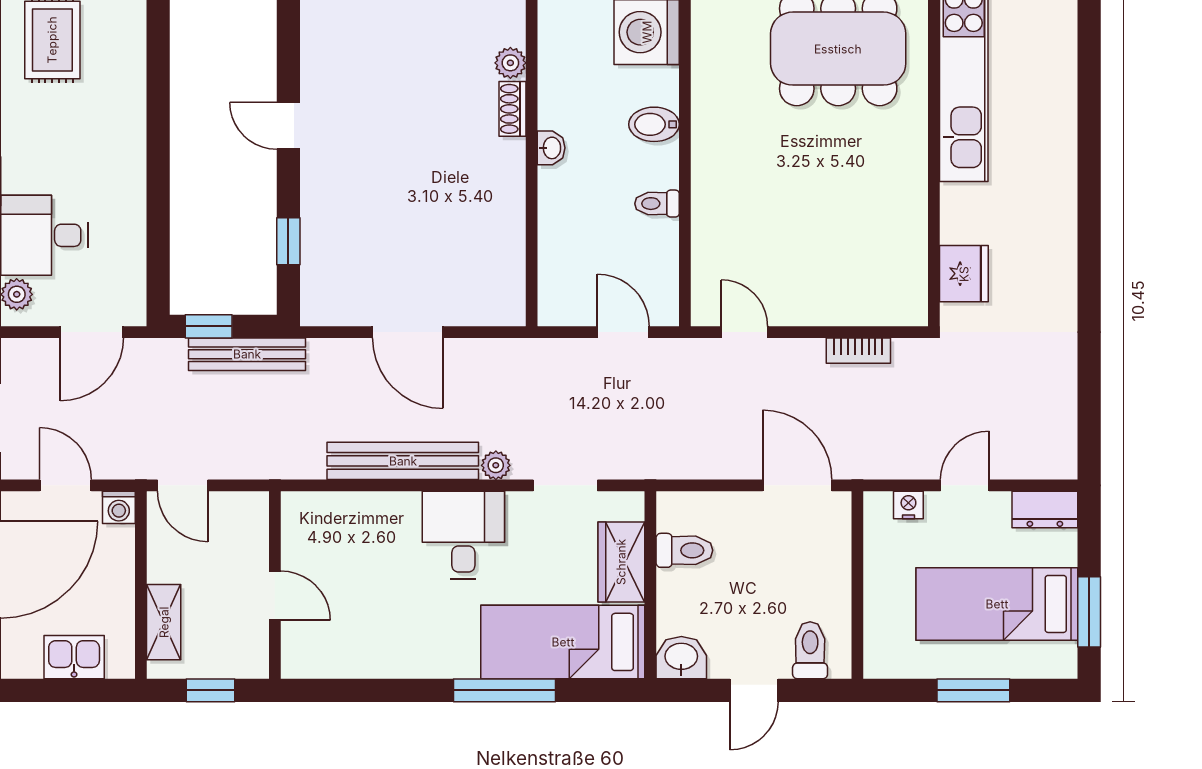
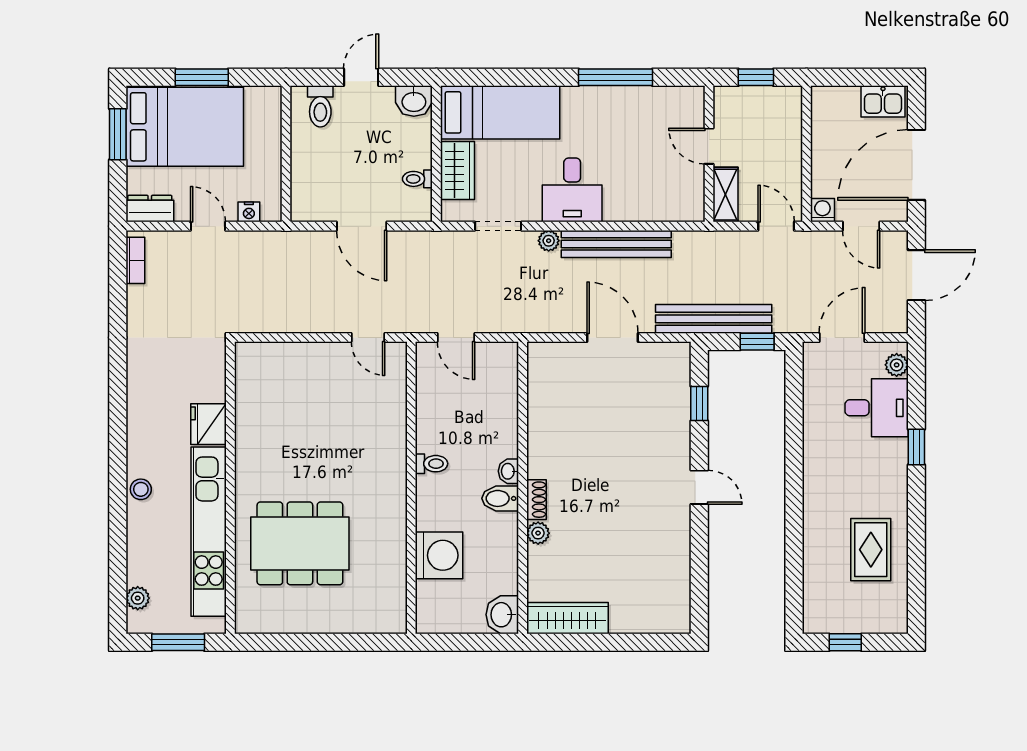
stool: (1057, 123) -> (141, 489), added
bidet: (654, 124) -> (500, 498), moved, turned 180
toilet: (657, 204) -> (432, 464), moved
fridge: (964, 274) -> (209, 424), moved
bookcase: (858, 351) -> (135, 260), moved, turned 90
bench: (247, 354) -> (714, 319), width x1.37, depth x1.21
door: (797, 485) -> (362, 226), moved
door: (965, 485) -> (208, 226), swing flipped
toilet: (684, 550) -> (417, 179), width x0.73, depth x0.72
bed: (997, 604) -> (185, 127), width x1.50
shelving: (164, 622) -> (726, 195), moved
kitchen sink: (74, 657) -> (883, 101), moved
window: (505, 690) -> (615, 77), moved

